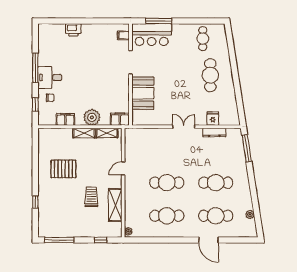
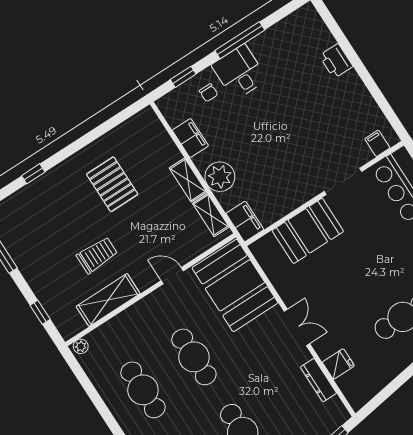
booth: (146, 143) -> (235, 285), added

